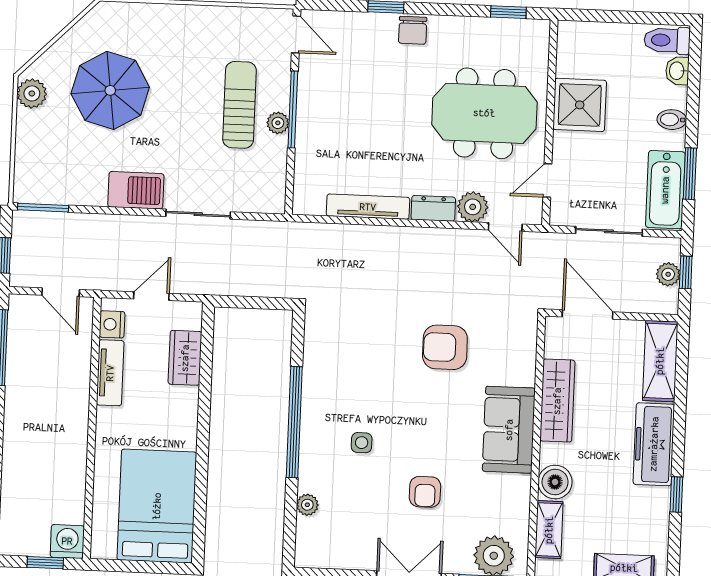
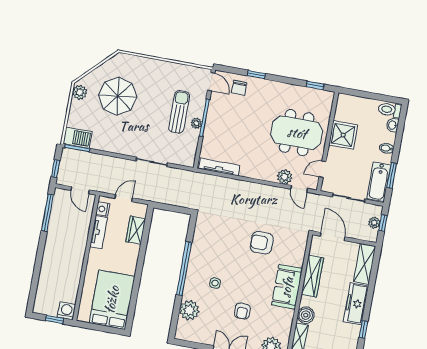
chair: (413, 30) -> (239, 88), moved
barbecue: (136, 190) -> (78, 138), moved
tv unit: (368, 207) -> (219, 167), moved
dresser: (433, 208) -> (266, 175), removed
plant: (307, 505) -> (189, 310), width x1.88, depth x1.88

